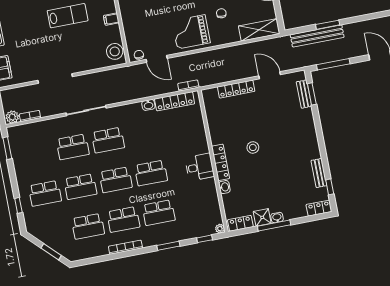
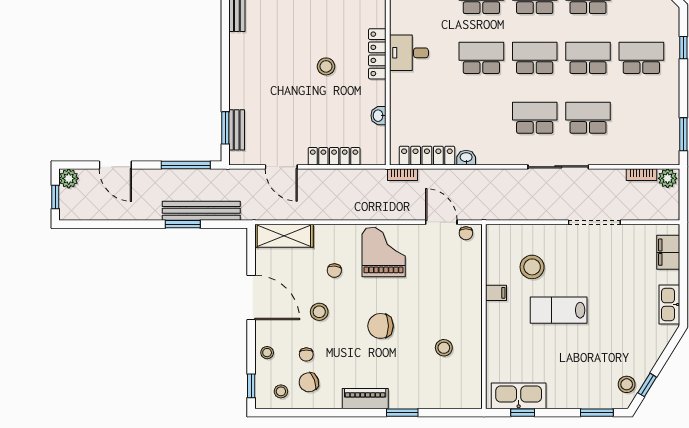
grand piano: (191, 32) -> (384, 252), turned -90
stool: (115, 51) -> (532, 267), moved
washbasin: (224, 187) -> (378, 116), moved

